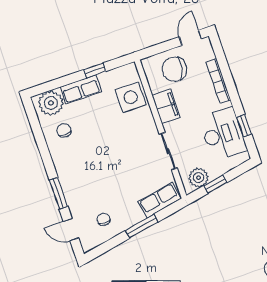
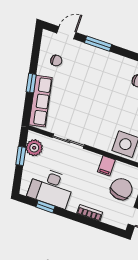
bookcase: (218, 81) -> (90, 213), width x0.64
filing cabinet: (166, 106) -> (106, 166), width x0.50
row of seats: (160, 200) -> (41, 101), width x1.48
window: (142, 226) -> (31, 83), width x0.67

